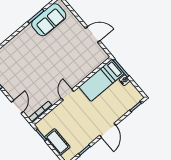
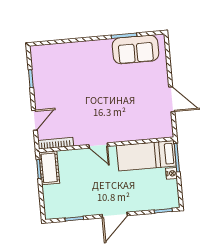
door: (67, 95) -> (98, 145), swing flipped
cot: (57, 142) -> (49, 168), moved

